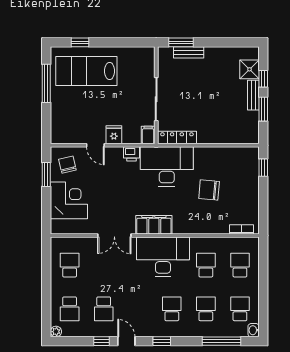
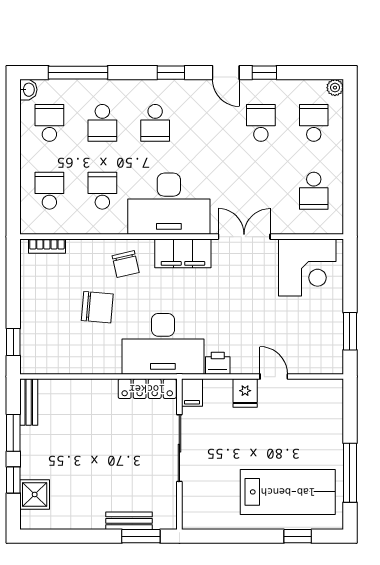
bench: (253, 95) -> (29, 402), moved
chair: (67, 165) -> (126, 264), moved
corner desk: (69, 200) -> (307, 267), moved, turned -90
school desk: (206, 265) -> (102, 191), turned 180
school desk: (240, 265) -> (49, 191), turned 180
school desk: (240, 309) -> (49, 123), turned 180

